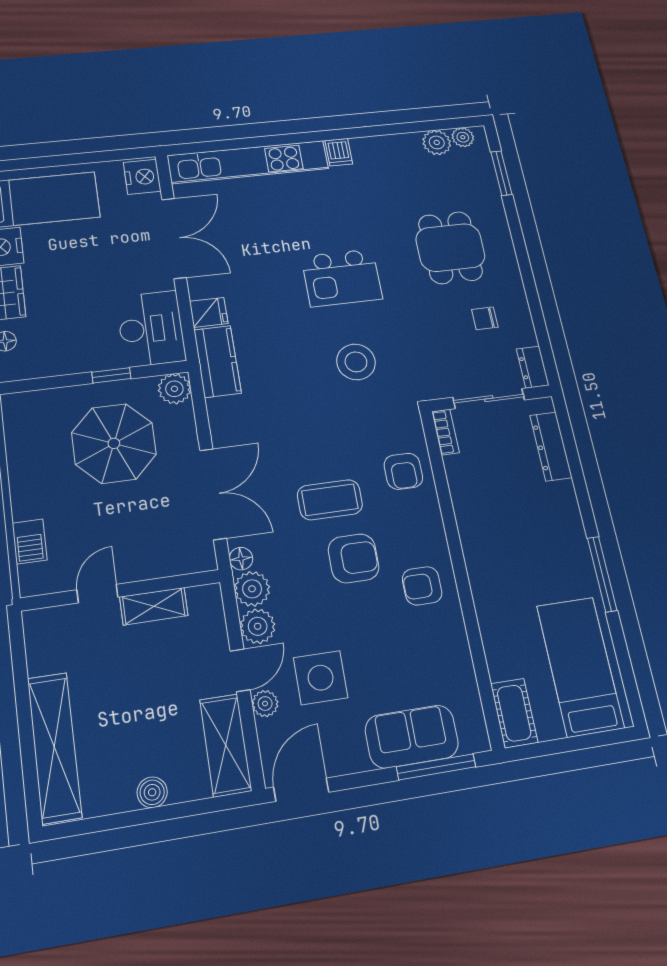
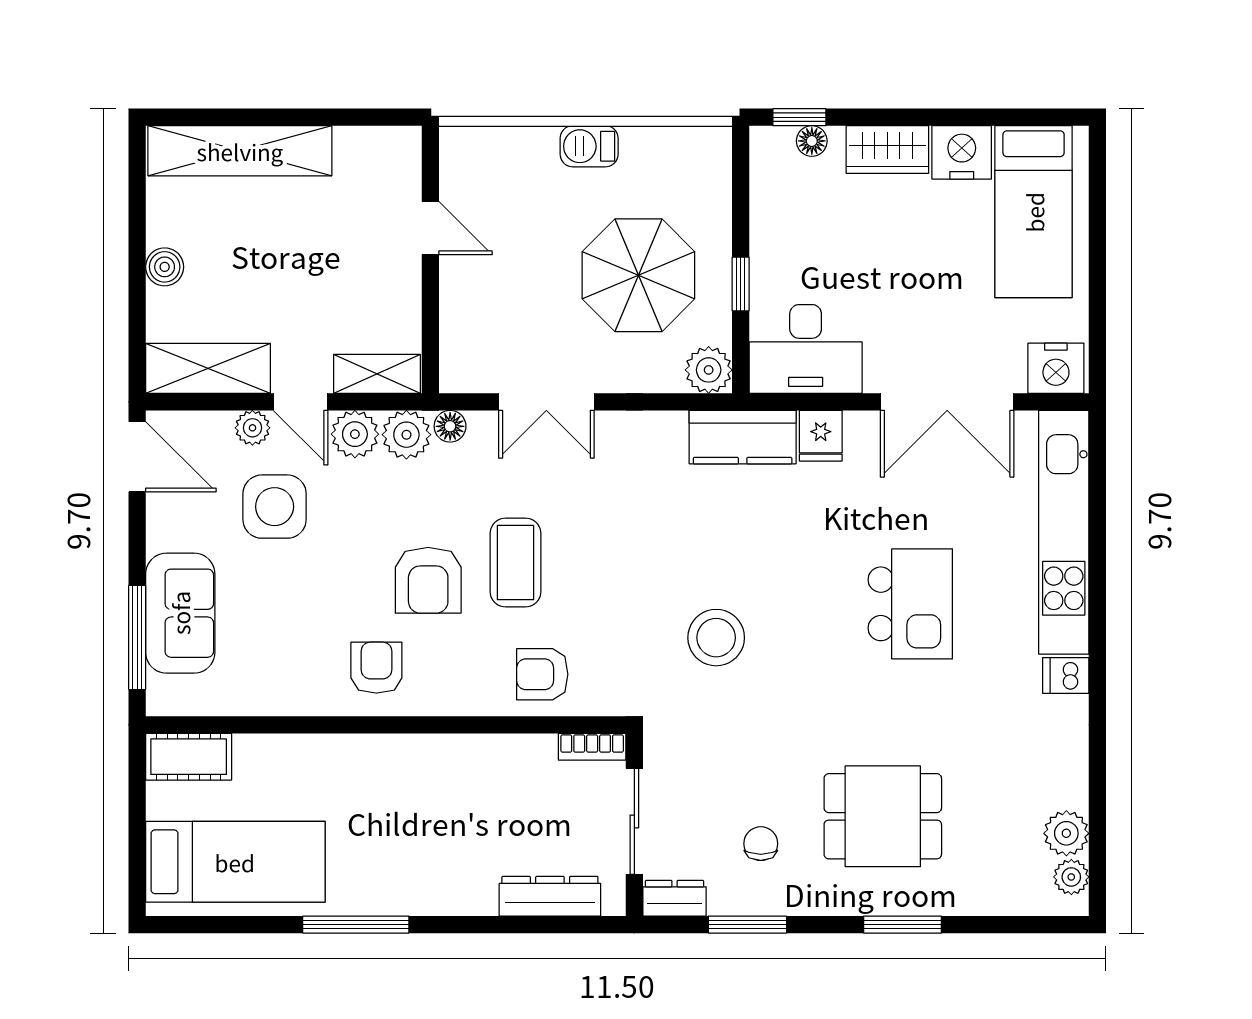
window: (501, 173) -> (903, 925), moved
kitchen island: (342, 278) -> (910, 604), moved, turned 180
window: (538, 320) -> (747, 925), added
double door: (213, 494) -> (546, 402), width x0.73
barbecue: (30, 541) -> (589, 146), moved
shelving: (154, 606) -> (377, 374), moved, turned 90

